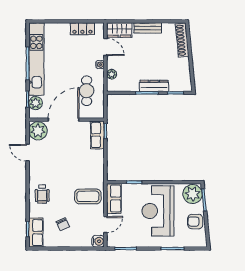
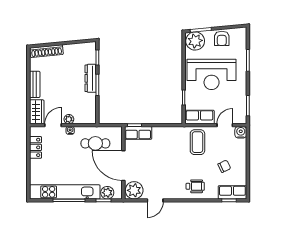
plant: (112, 74) -> (69, 119), moved
door: (105, 225) -> (225, 125), hinge flipped

